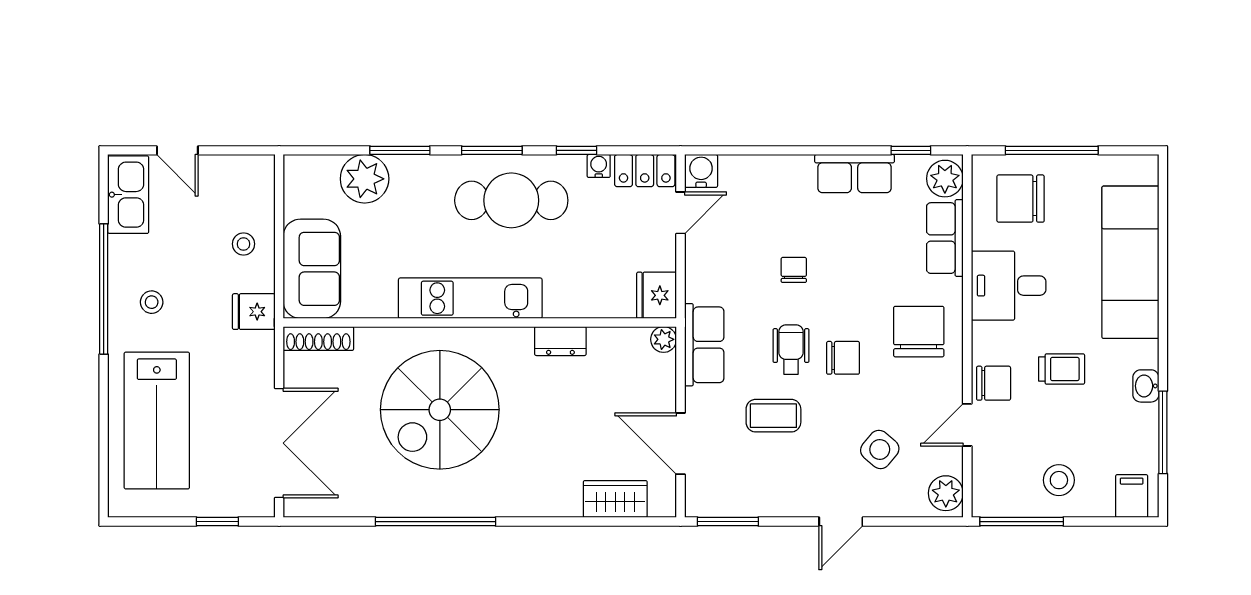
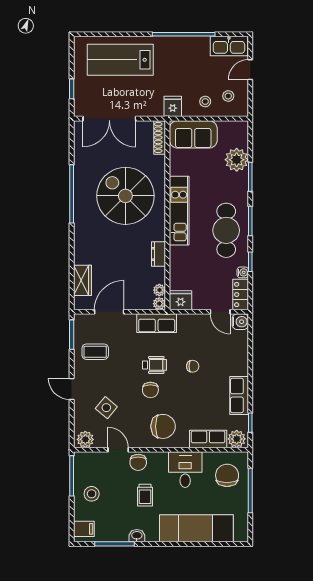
stool: (152, 302) -> (228, 96), moved
plant: (635, 339) -> (159, 290), added
coffee table: (773, 416) -> (95, 352), moved, turned 90

